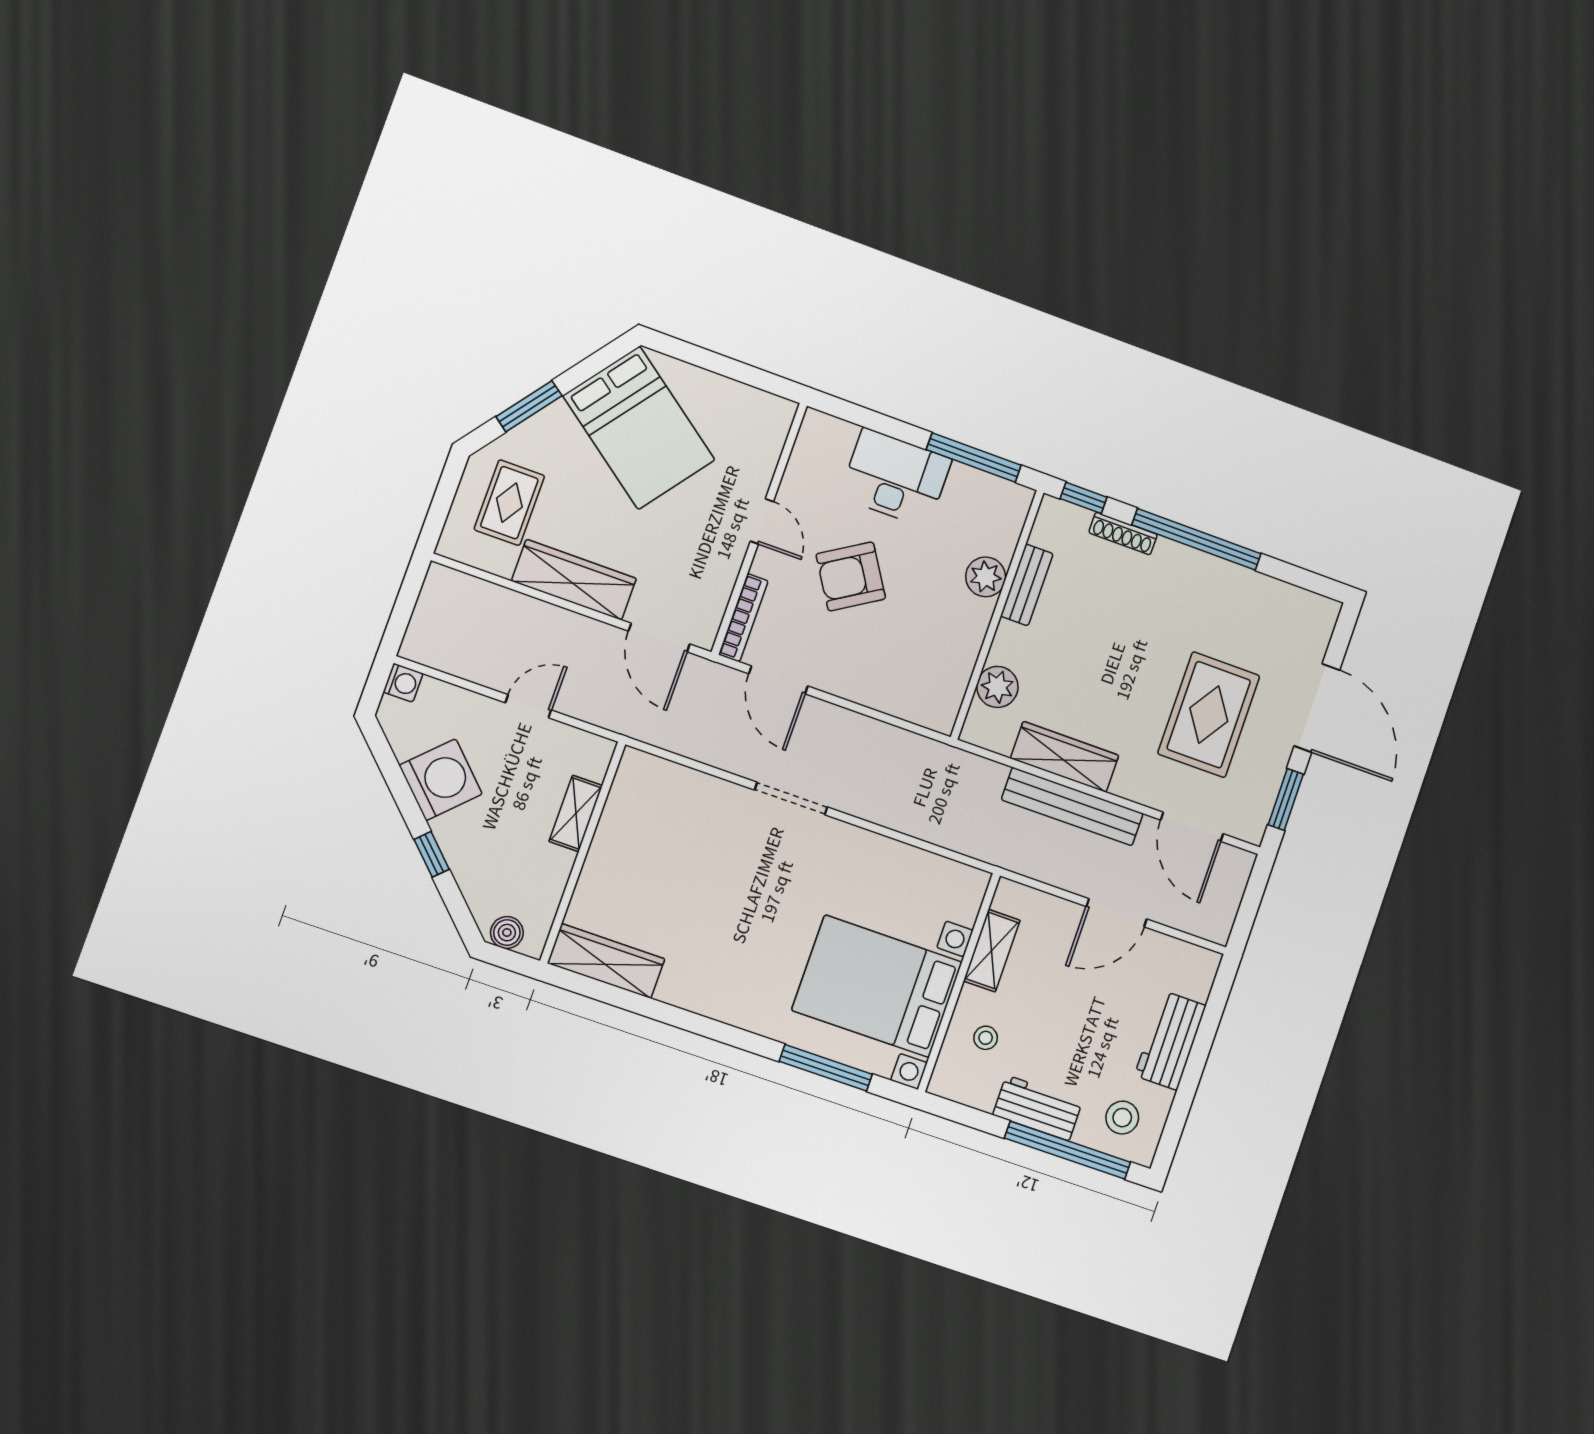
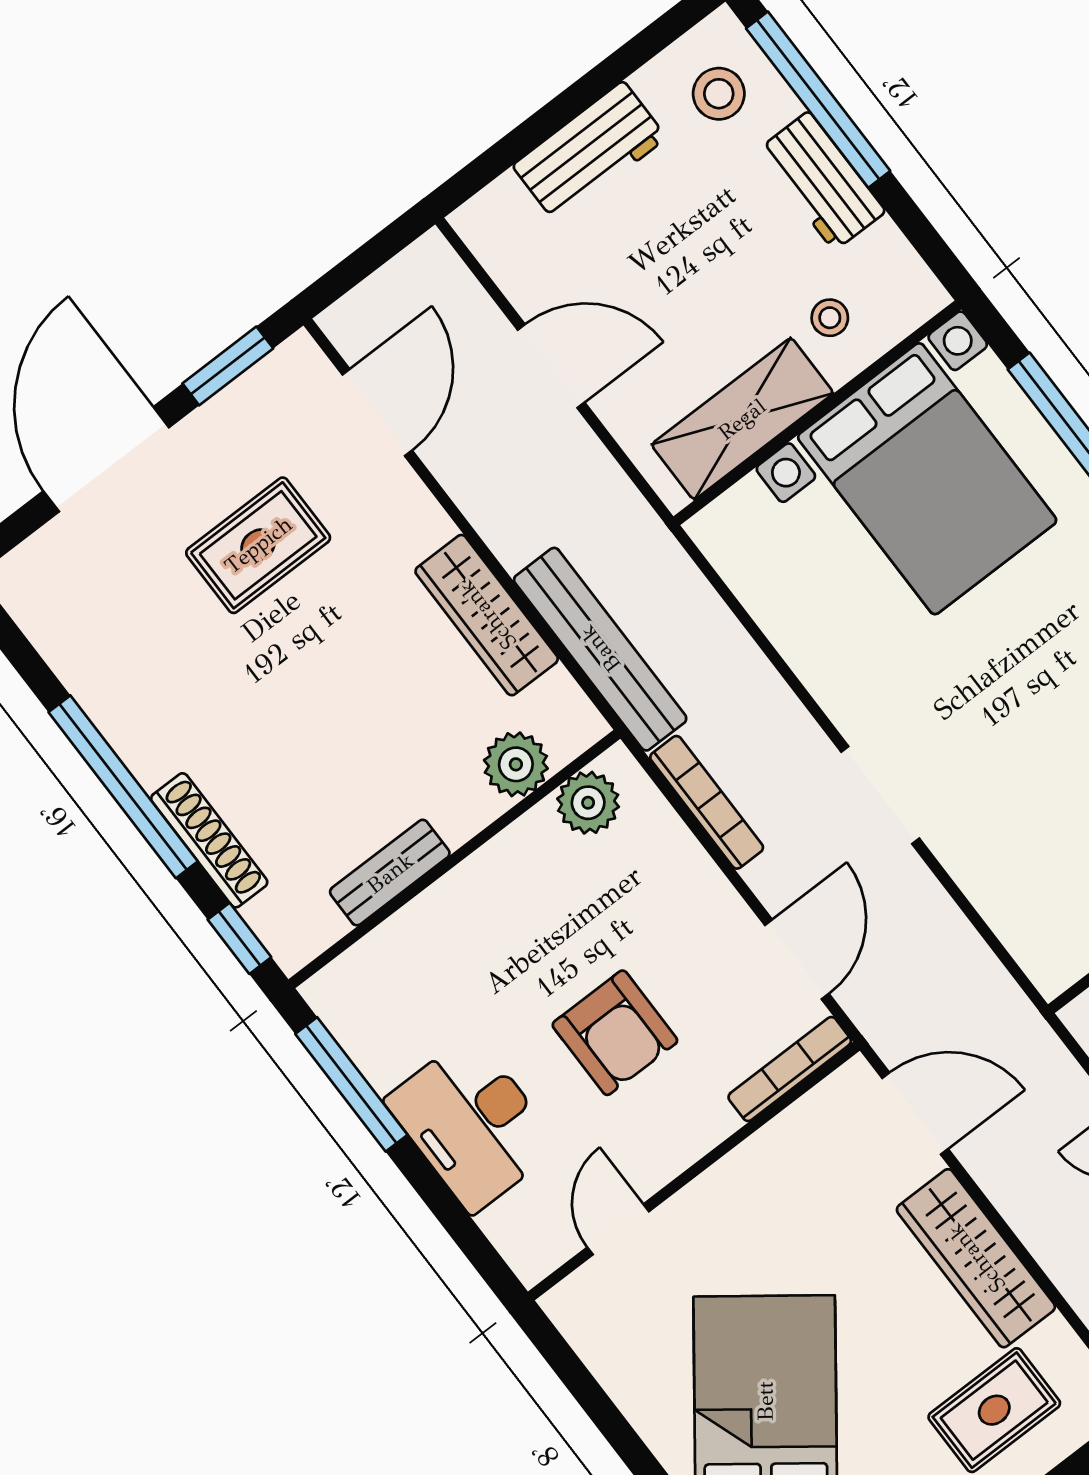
door: (762, 521) -> (618, 1229), moved
shoe rack: (1123, 534) -> (209, 840), width x1.36, depth x1.24
armchair: (851, 576) -> (615, 1033), turned 32
plant: (986, 577) -> (588, 803), moved
door: (659, 637) -> (915, 1114), hinge flipped
rug: (1209, 715) -> (258, 545), width x0.73, depth x0.70
bookcase: (882, 733) -> (707, 802), added
bench: (1072, 807) -> (600, 649), moved
shelving: (992, 951) -> (742, 419), width x1.50, depth x1.33

